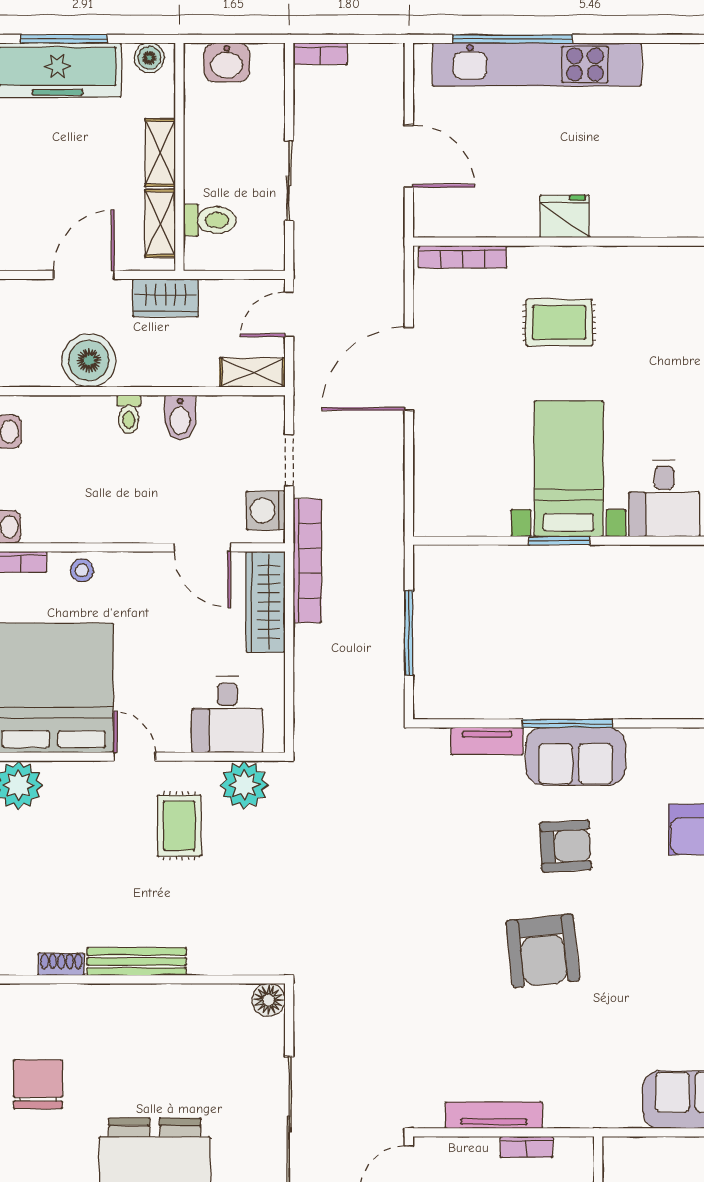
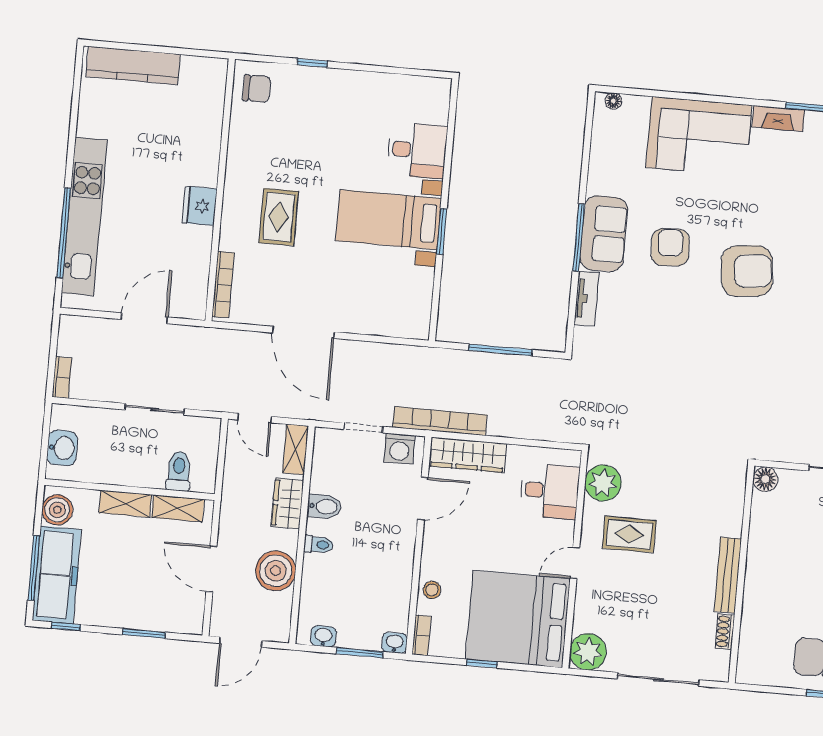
boiler: (149, 58) -> (57, 510), width x1.36, depth x1.36
wardrobe: (165, 298) -> (287, 504), moved, turned 180

